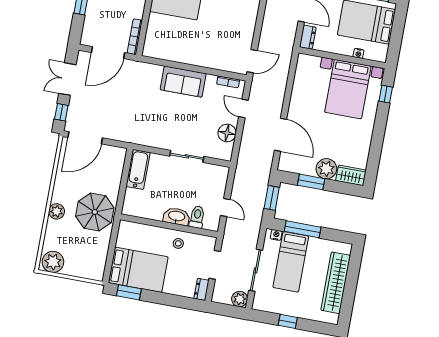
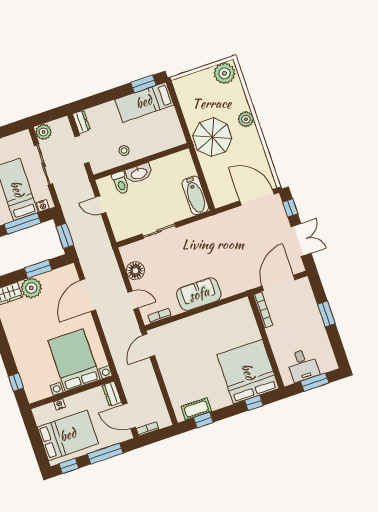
bed with nightstands: (348, 89) -> (74, 360), moved
door: (280, 135) -> (88, 295), hinge flipped
door: (85, 138) -> (257, 197), hinge flipped
bed: (138, 270) -> (144, 102), width x0.67

